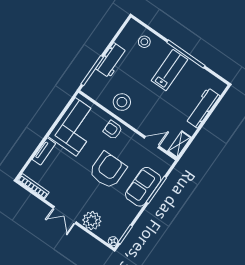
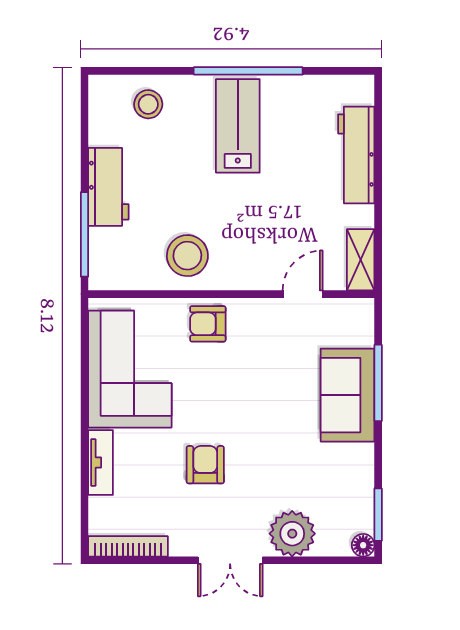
armchair: (108, 170) -> (205, 465), moved, width x0.53, depth x0.53

